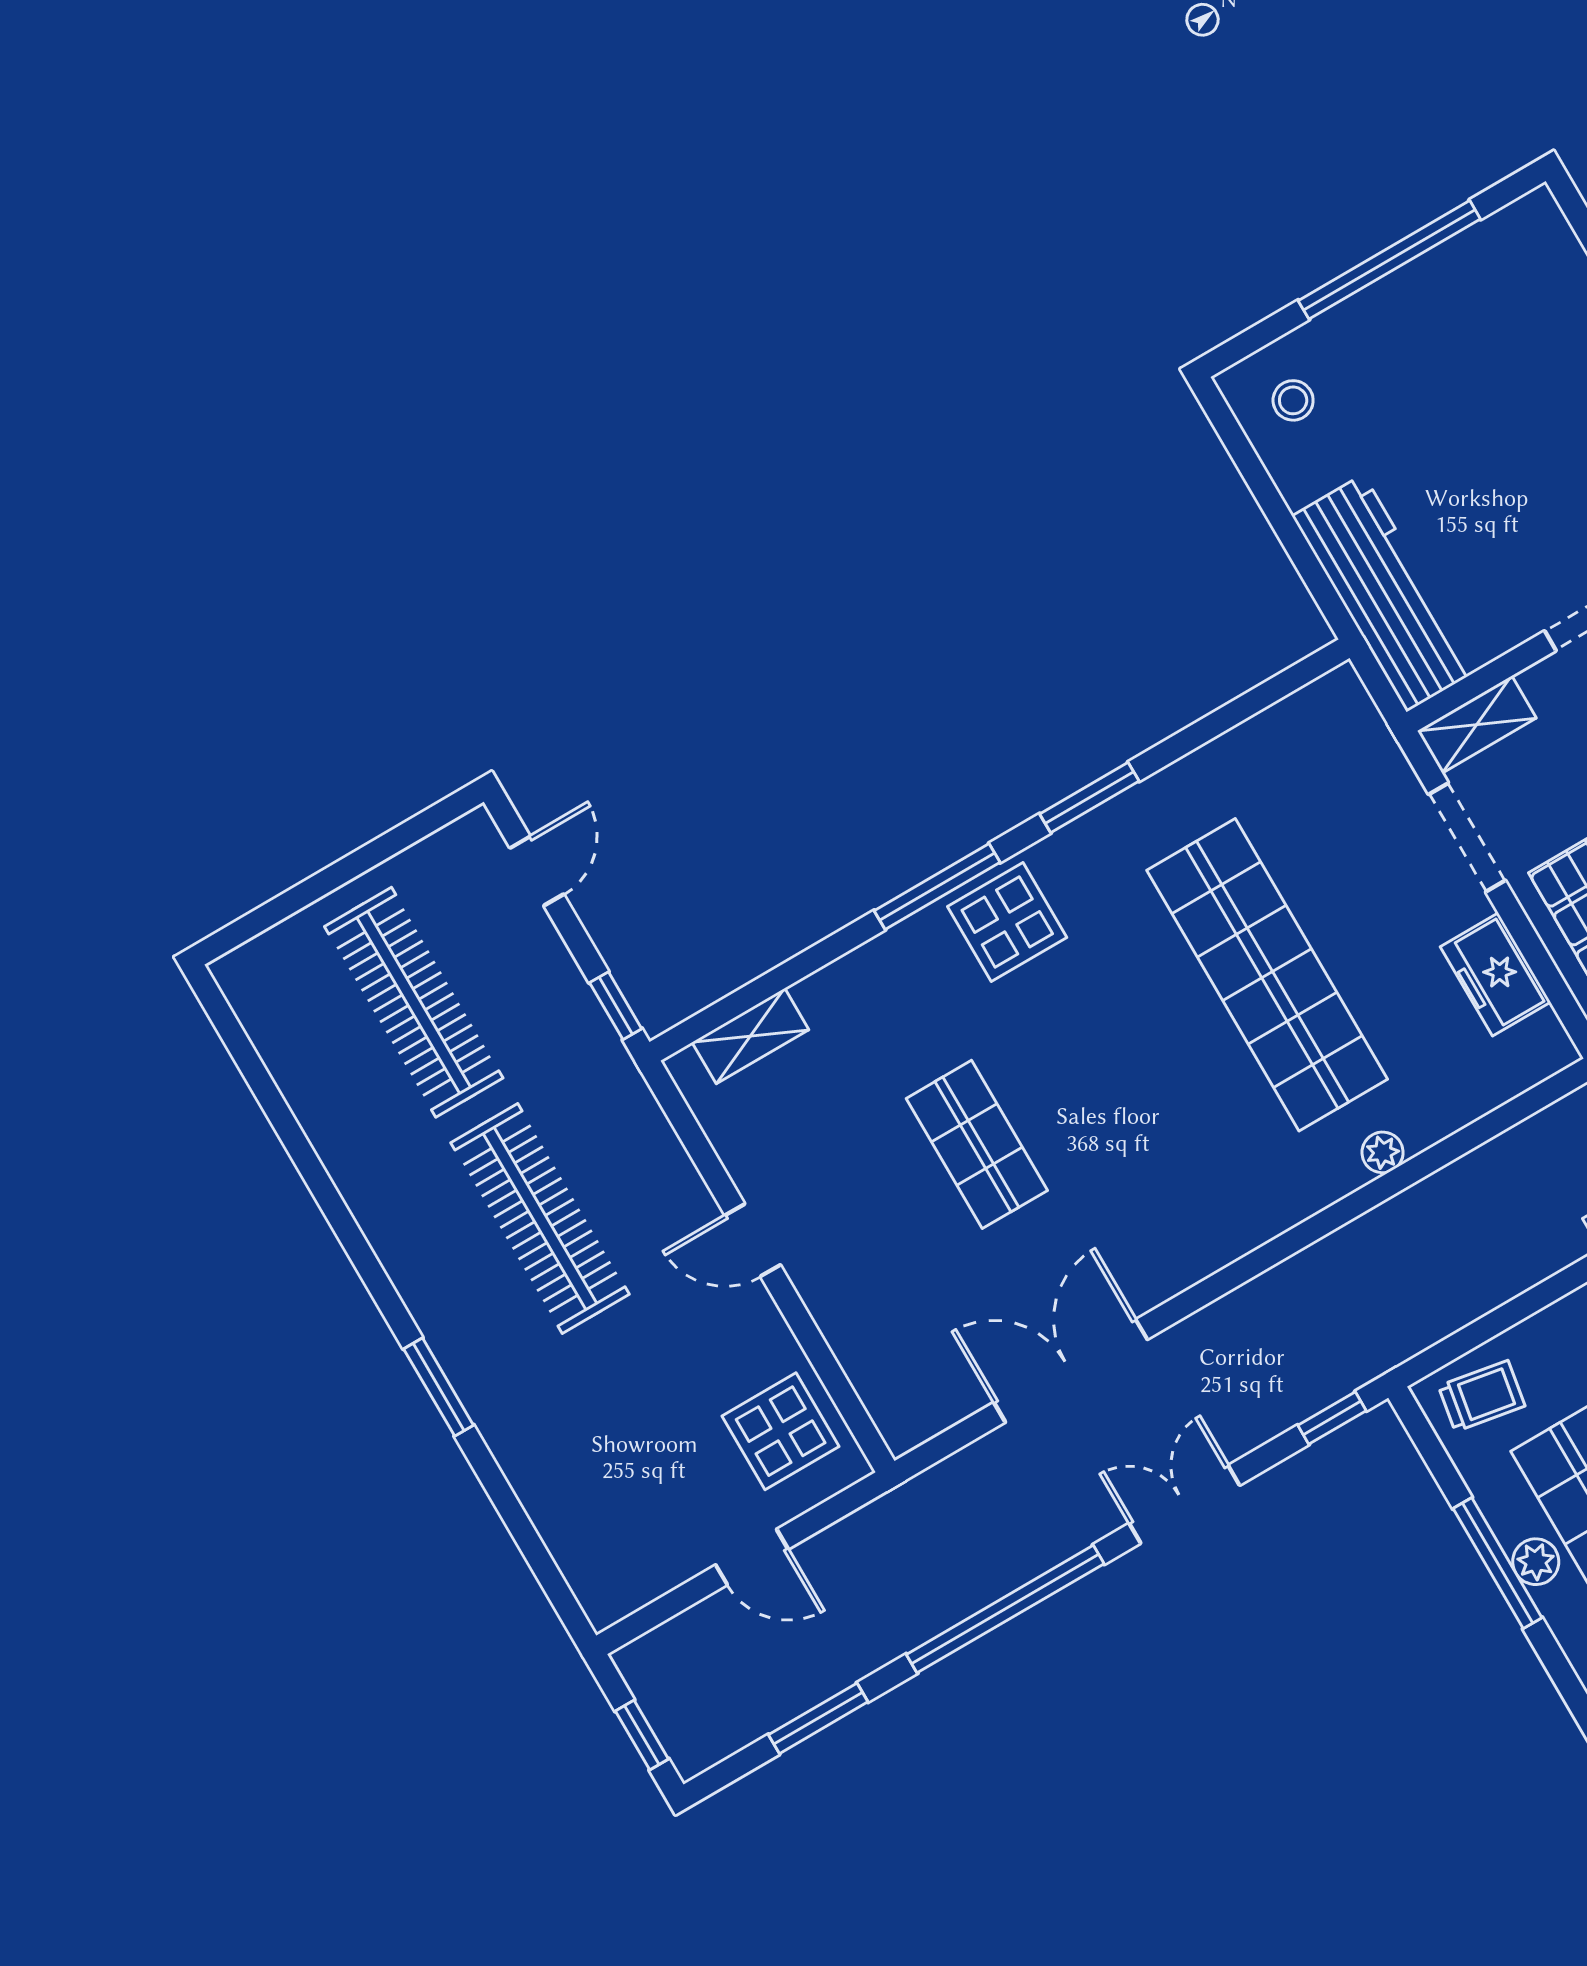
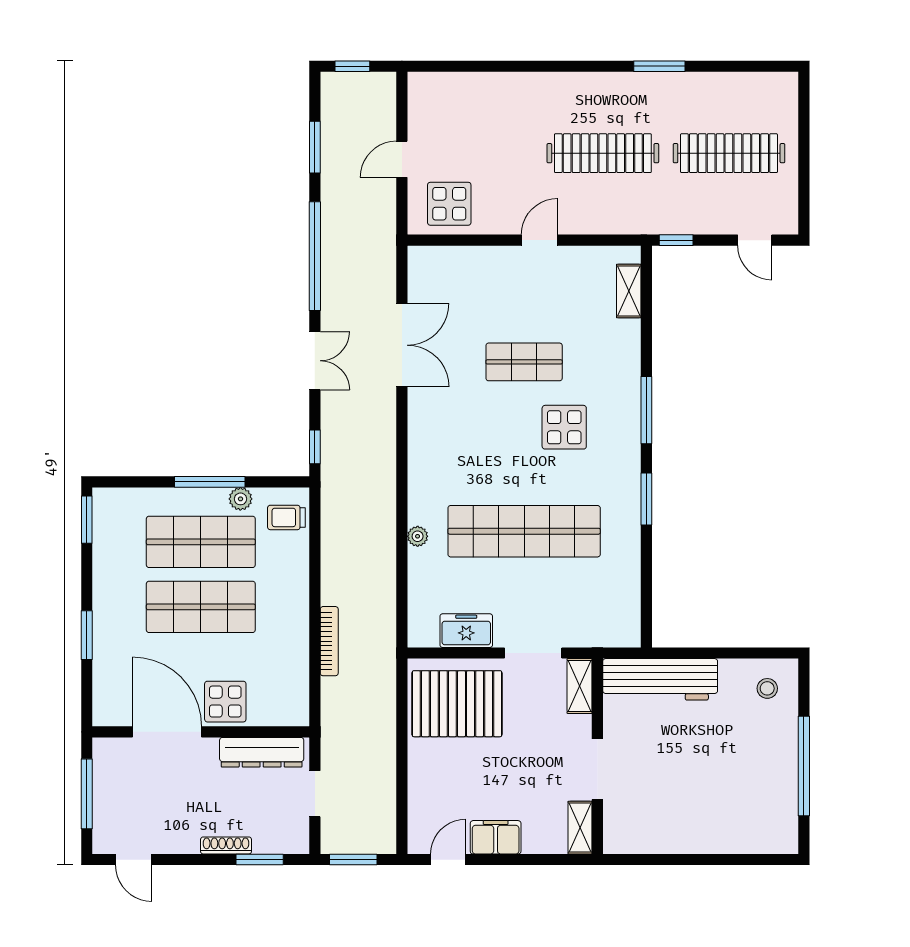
display table: (1007, 922) -> (564, 427), moved
window: (439, 1387) -> (659, 66), moved
trolley: (1482, 1396) -> (286, 517), turned 80
plant: (1536, 1562) -> (240, 499), moved

